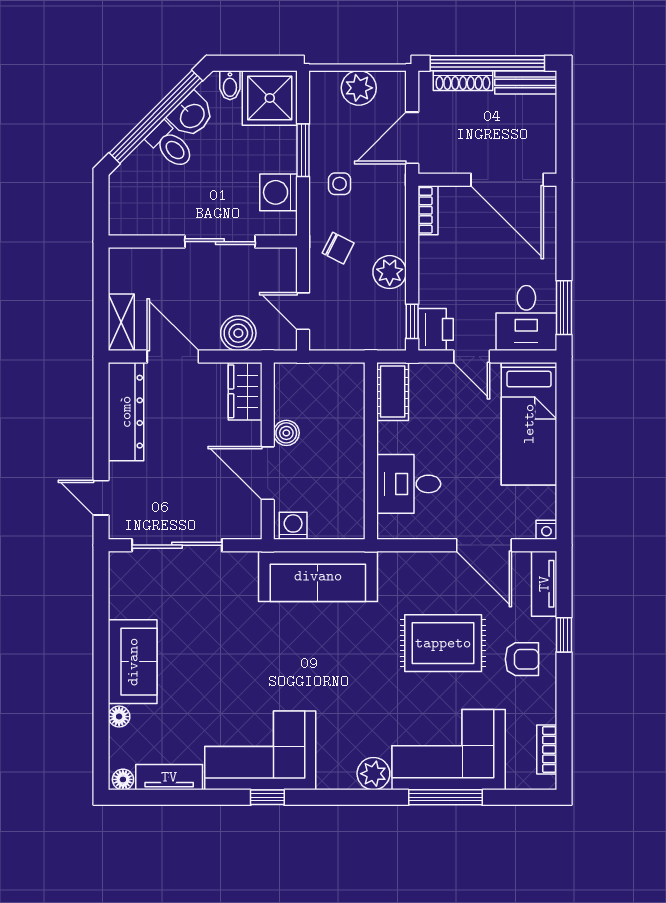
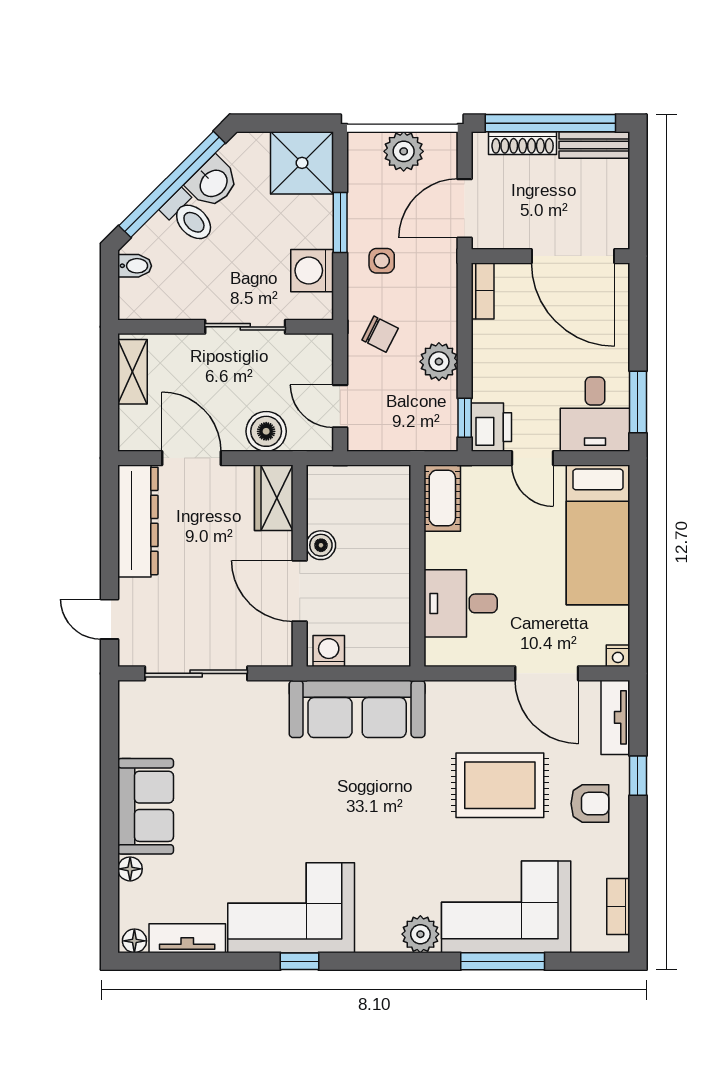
bidet: (230, 85) -> (135, 266), moved, turned -90
shelving: (121, 322) -> (132, 372), moved

